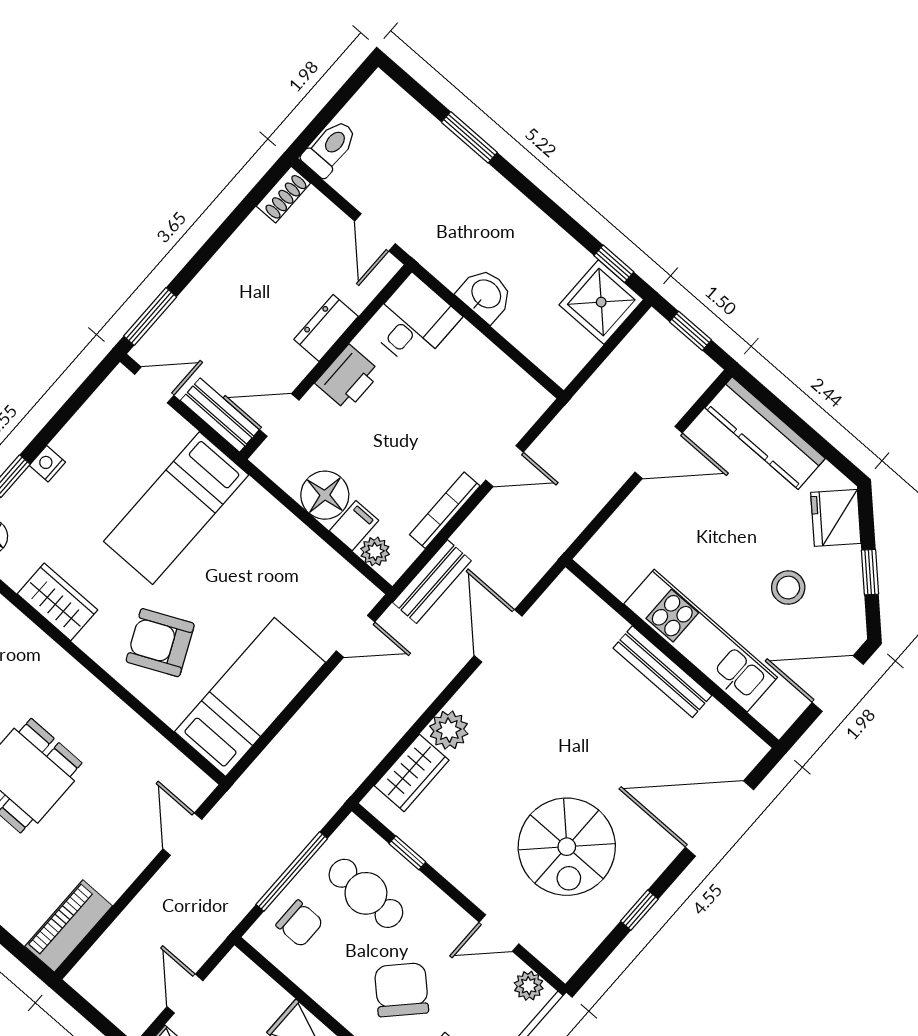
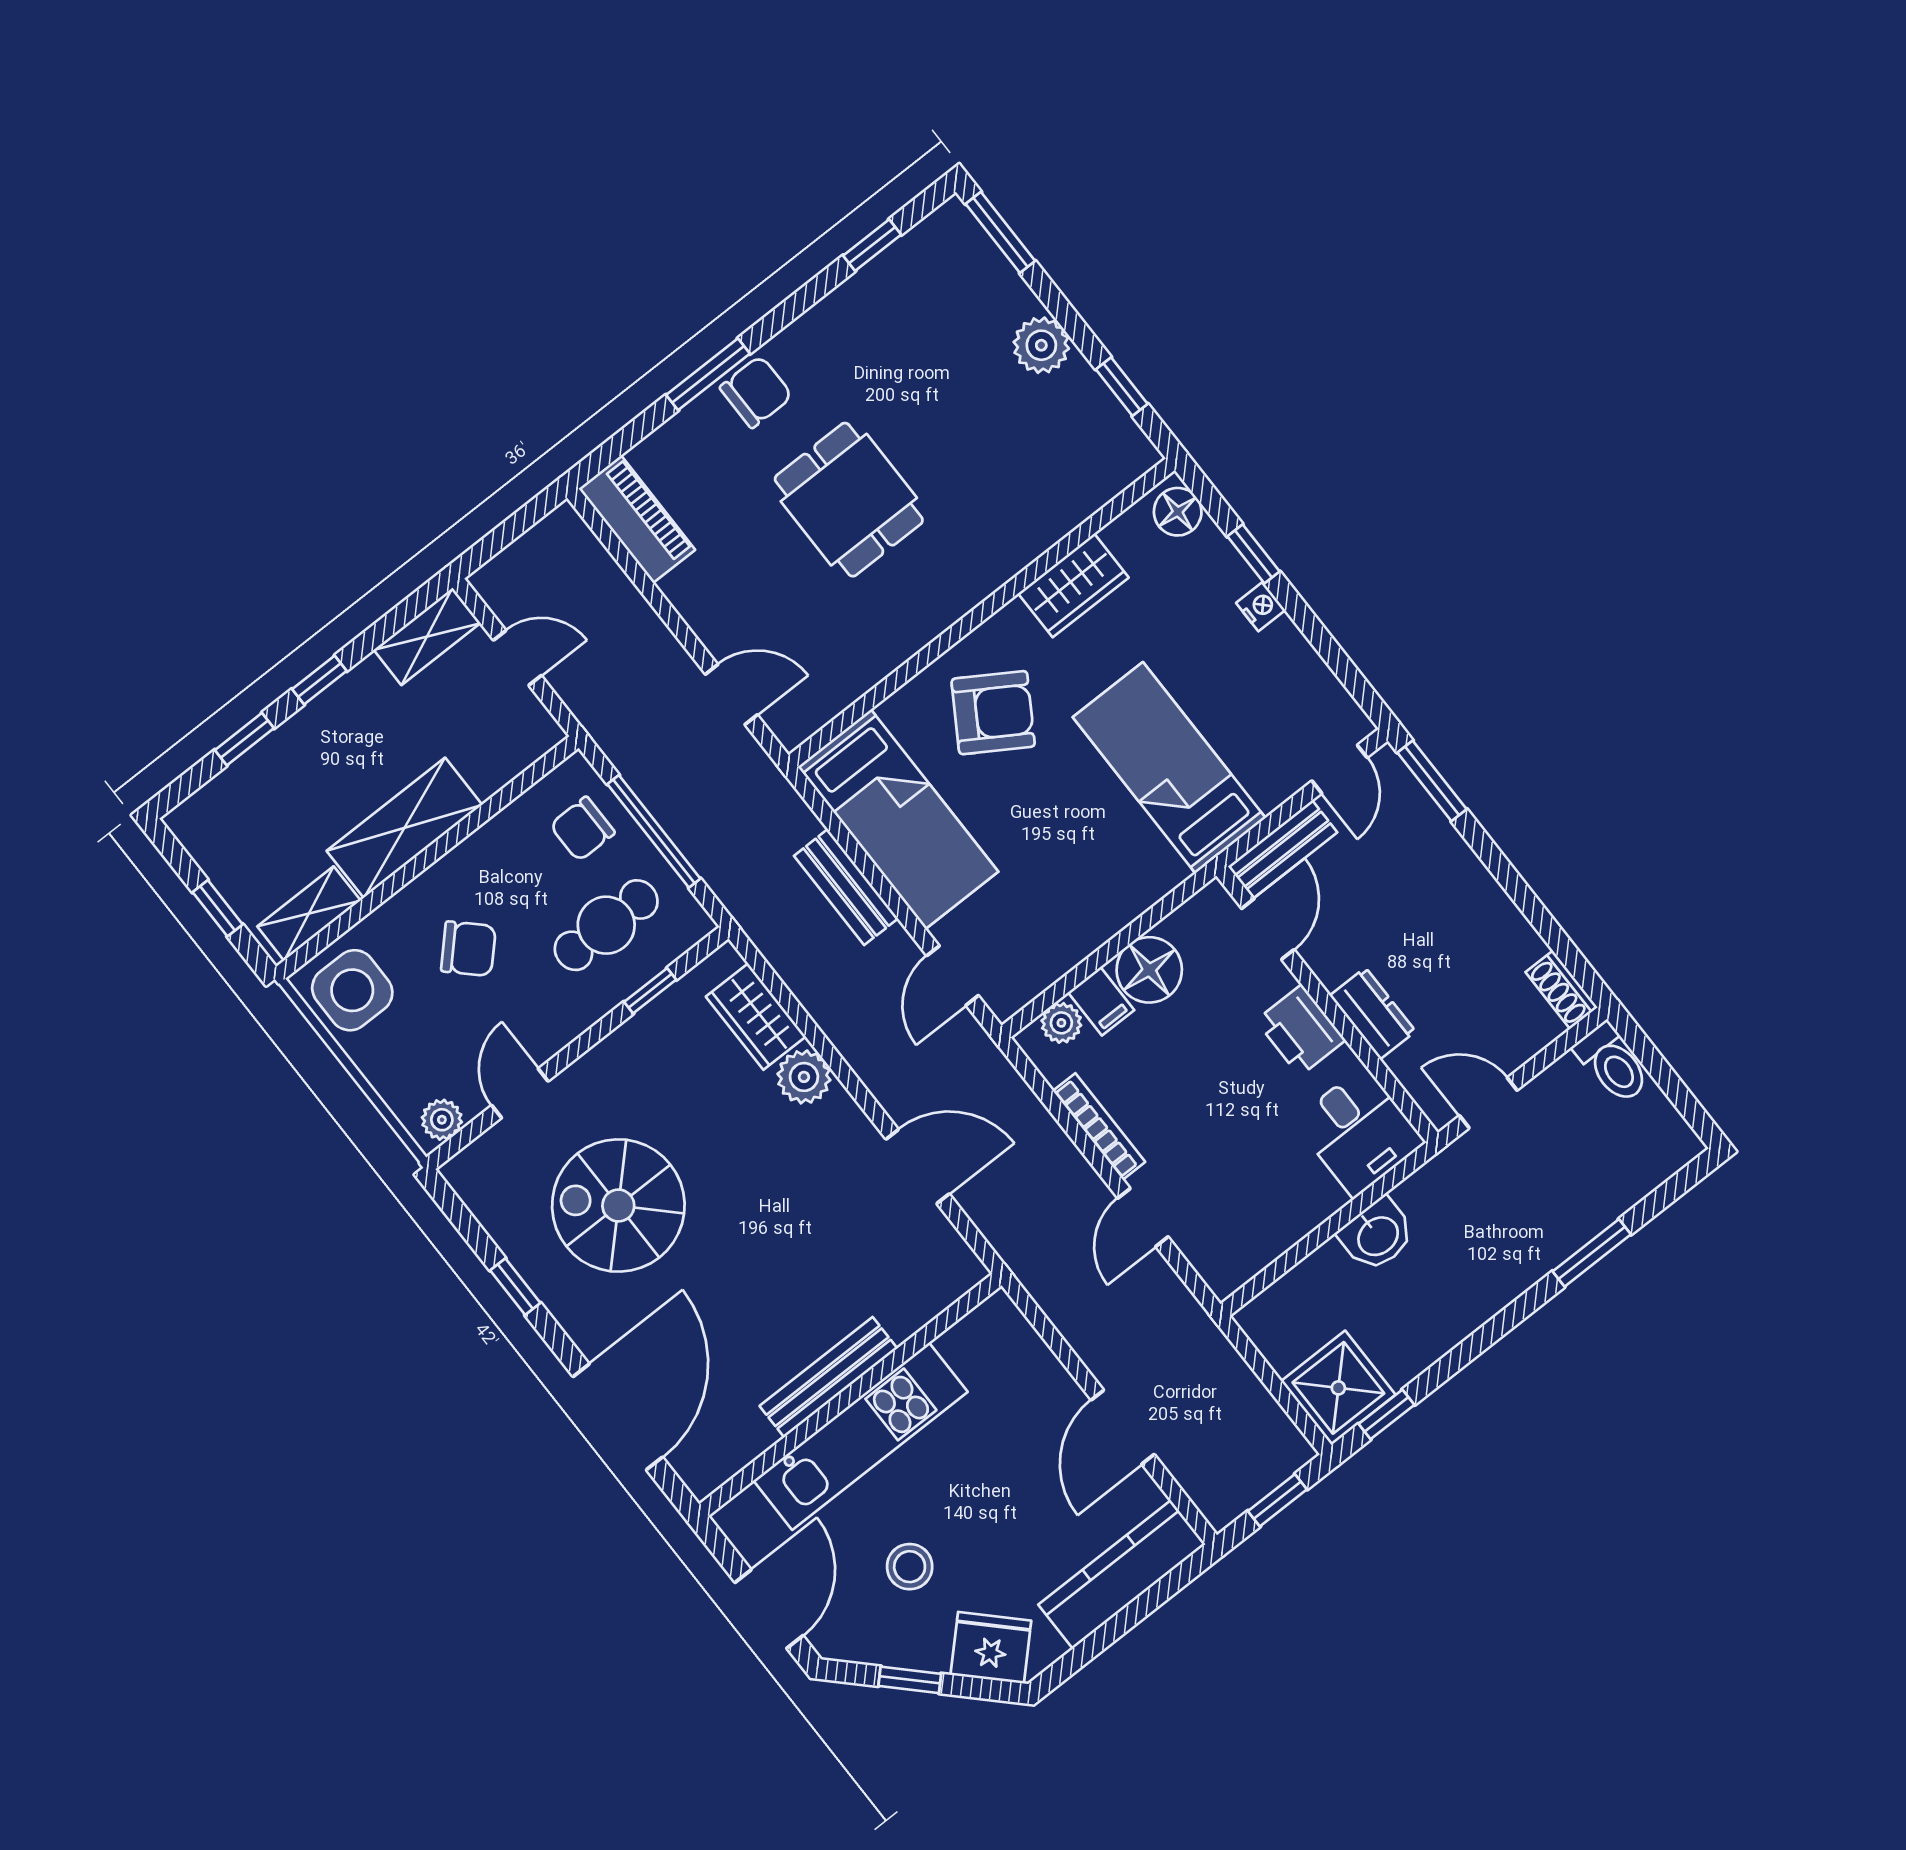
bench: (432, 582) -> (846, 887), moved
armchair: (160, 643) -> (993, 713), turned 57
chair: (402, 990) -> (468, 949), width x0.73, depth x0.73

